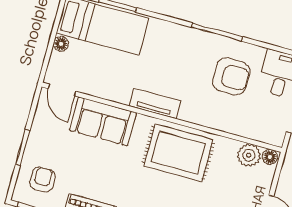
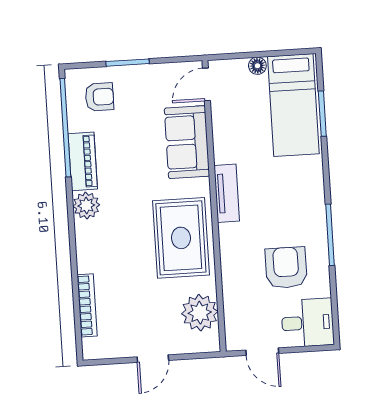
armchair: (231, 76) -> (286, 268), turned 180
plant: (249, 155) -> (200, 313), width x1.36, depth x1.36
floor lamp: (270, 157) -> (211, 341), removed

